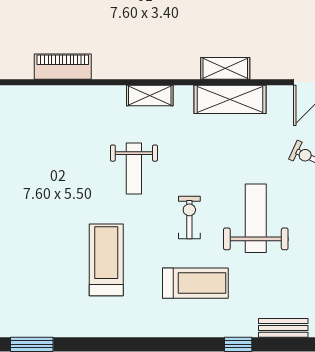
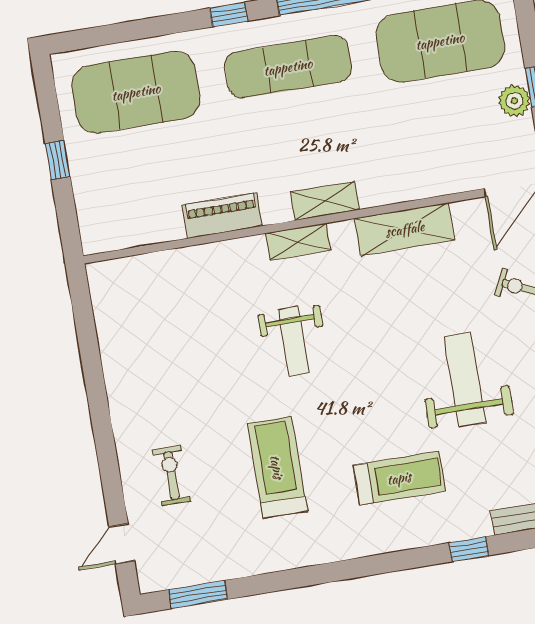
piano: (63, 67) -> (222, 216), moved
shelving: (225, 68) -> (325, 201), moved
exercise bike: (189, 218) -> (171, 475), moved

